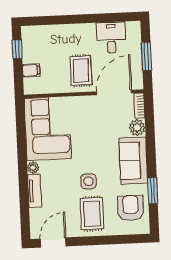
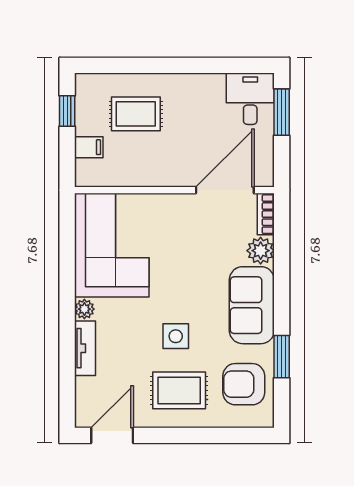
desk: (111, 38) -> (250, 99), moved
window: (147, 56) -> (282, 112), moved
rug: (81, 71) -> (136, 114), moved, turned 90
armchair: (131, 208) -> (244, 384), turned -90
rug: (92, 214) -> (179, 390), turned 90

